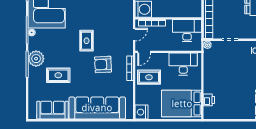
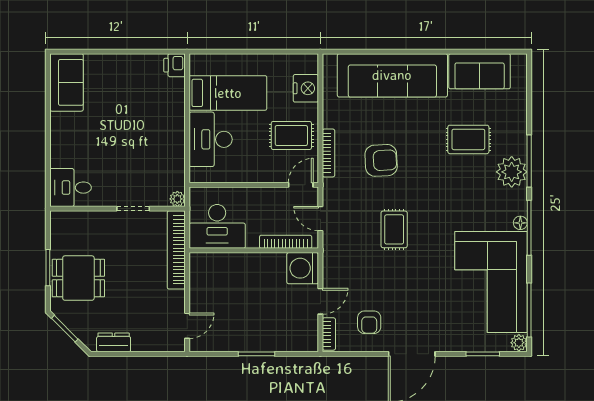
door: (134, 35) -> (320, 219), hinge flipped
rug: (87, 41) -> (394, 229), moved
desk: (183, 64) -> (211, 139), moved, turned 90
printer: (209, 100) -> (175, 65), moved
bed: (182, 104) -> (228, 93), width x0.67
nightstand: (142, 112) -> (306, 88), moved

